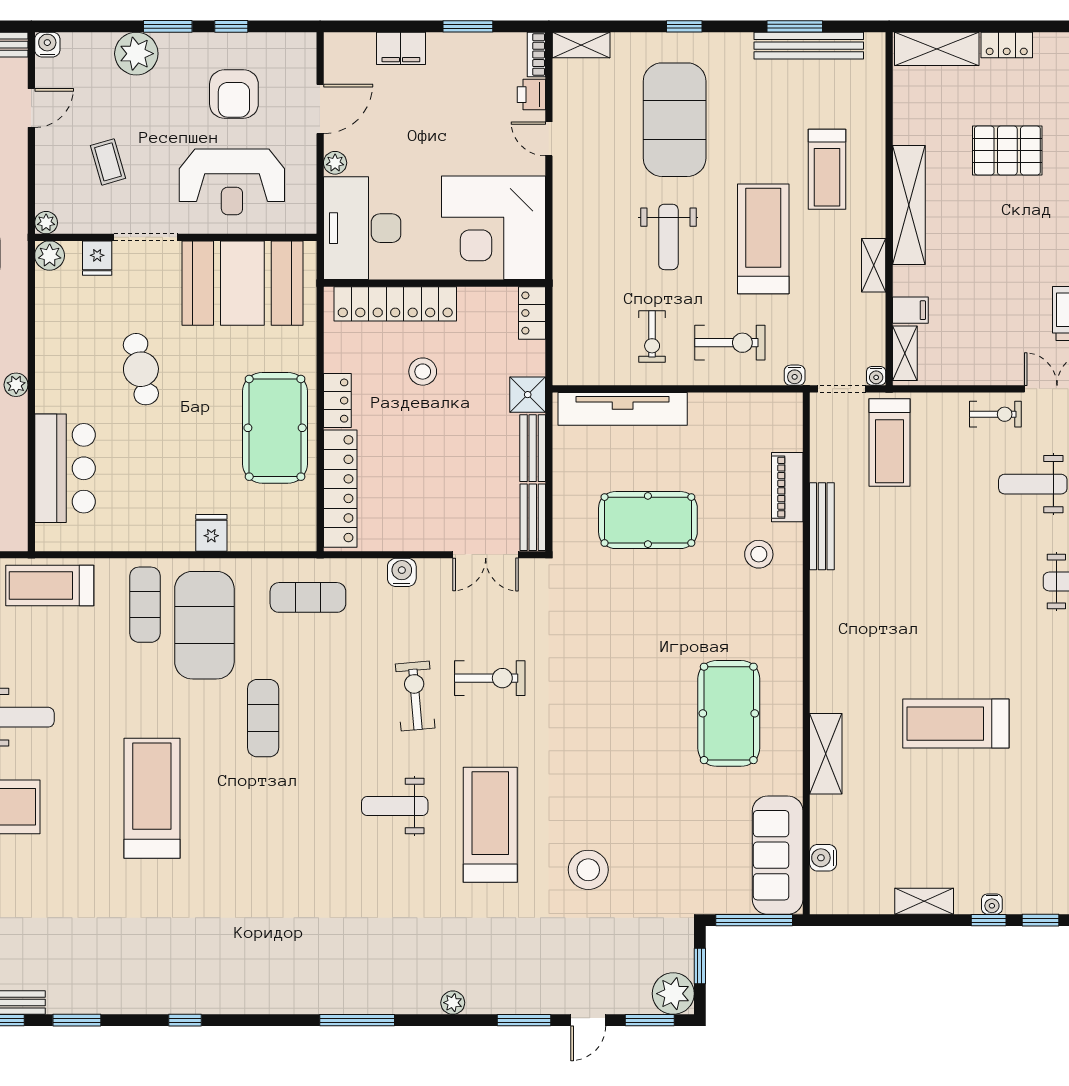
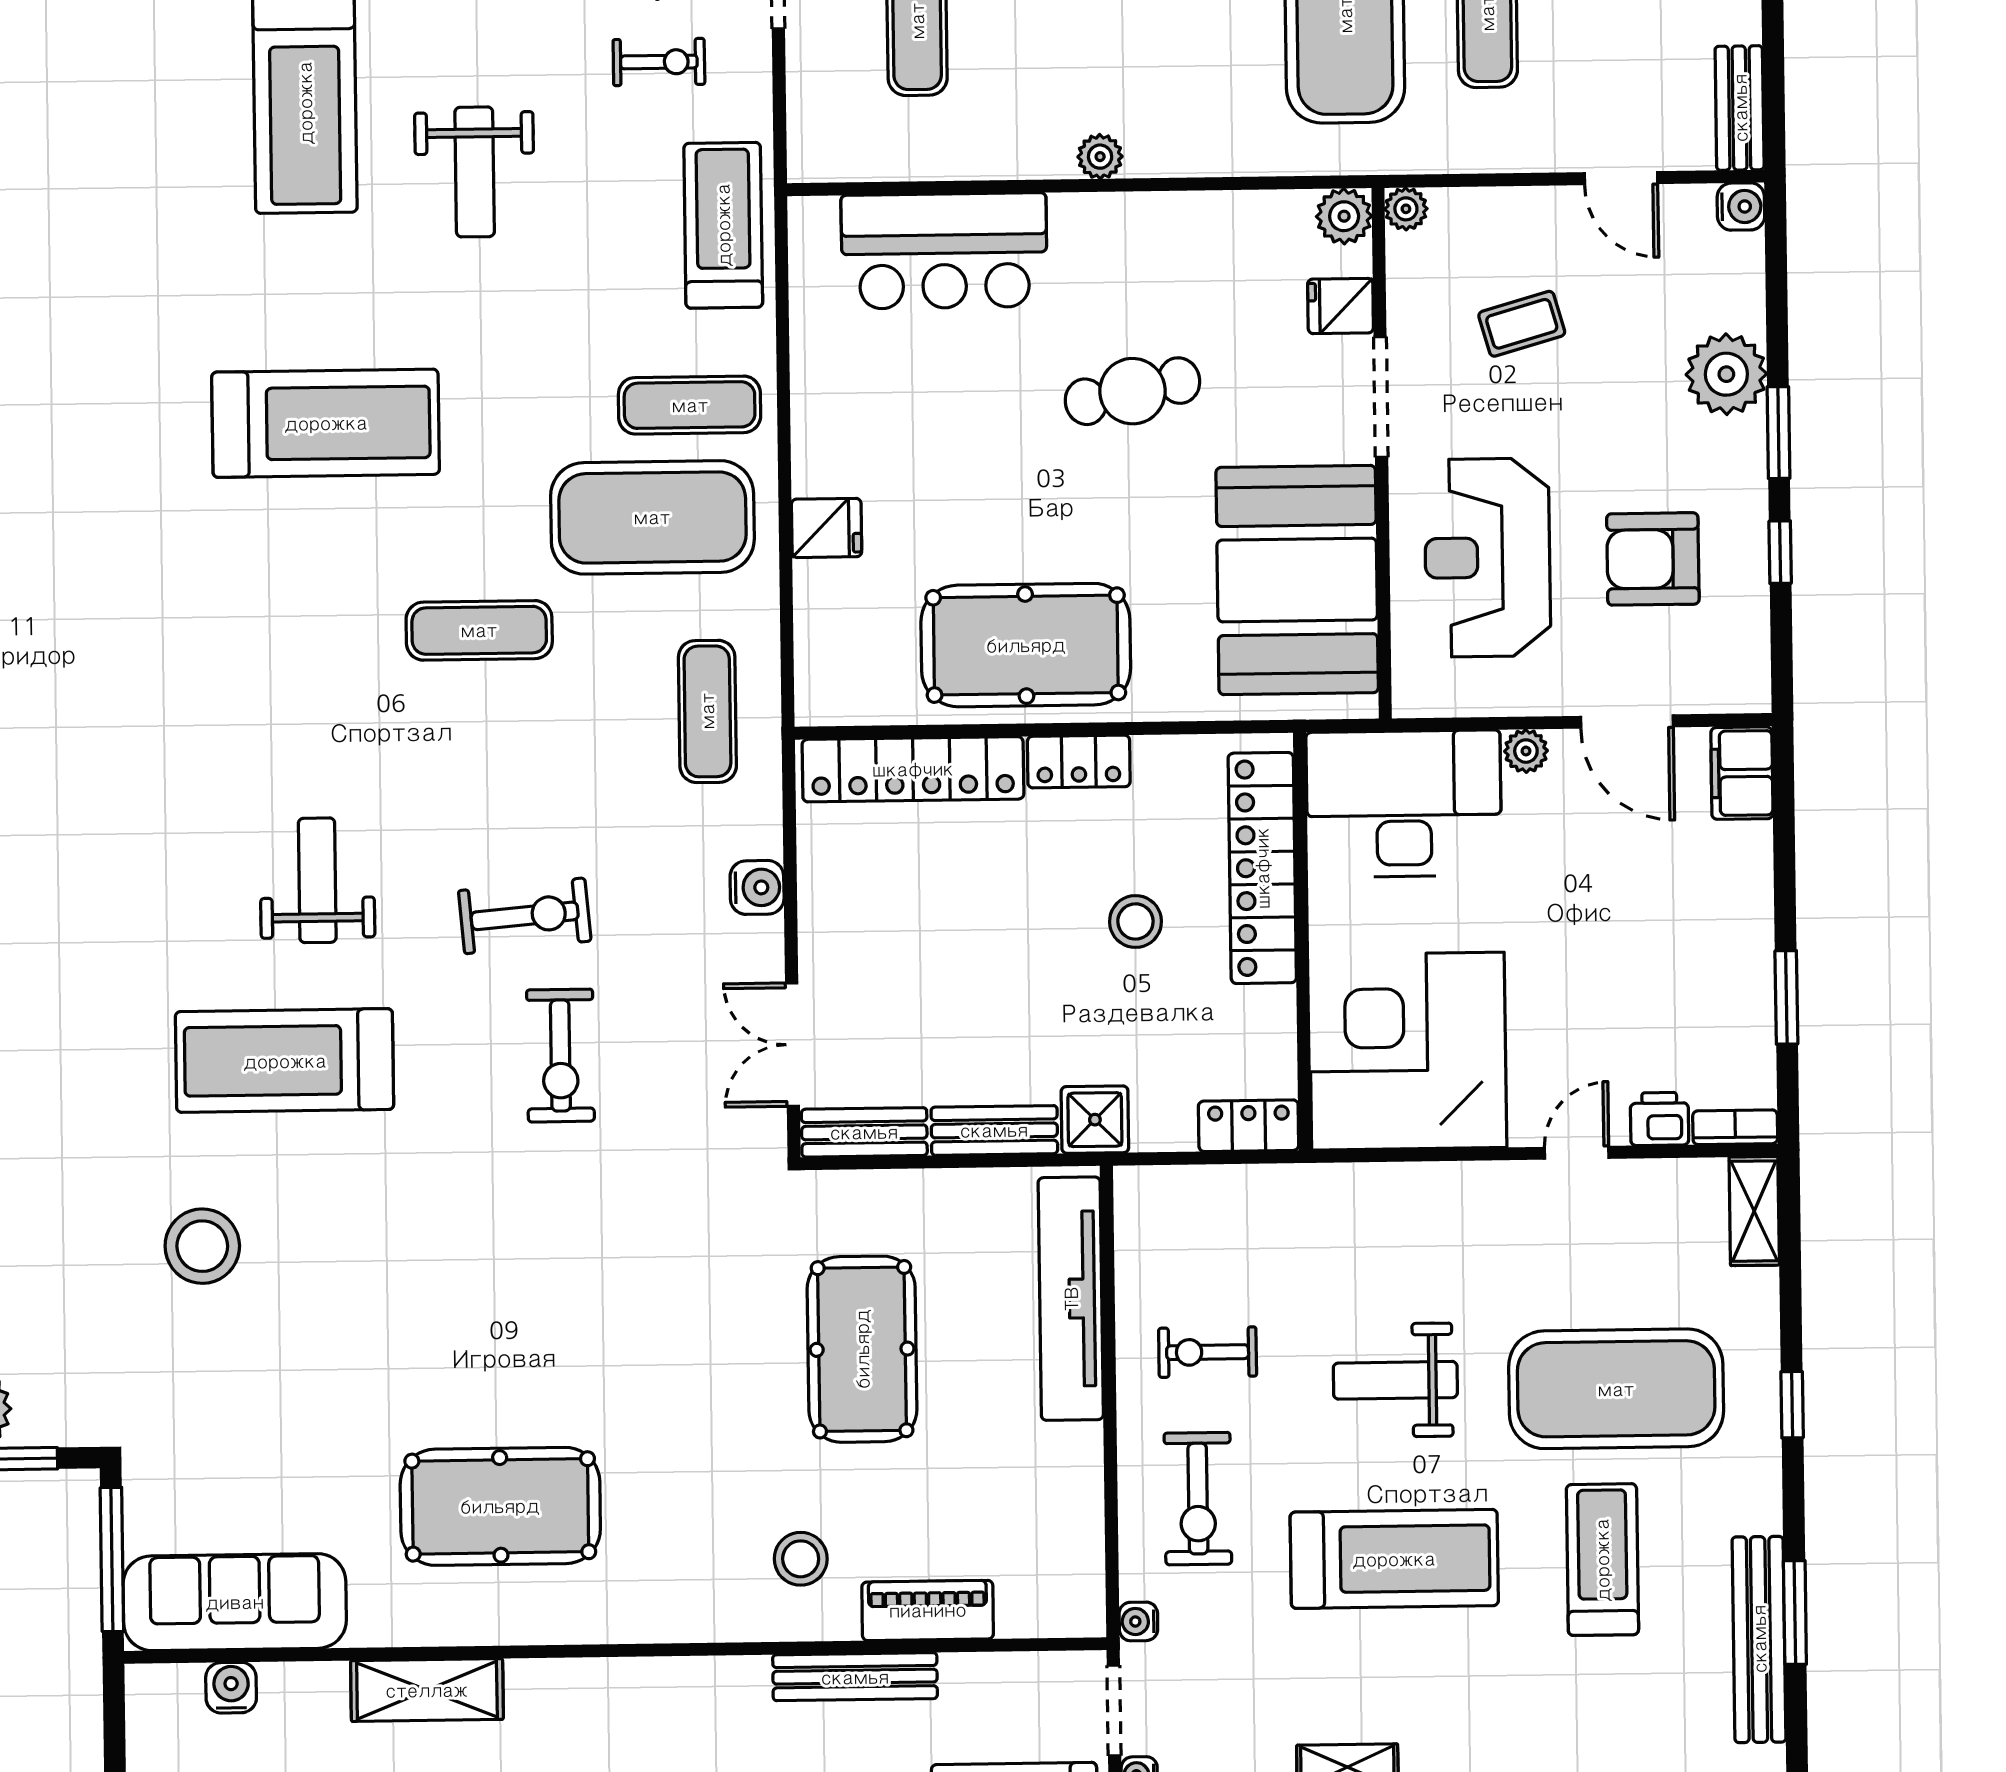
filing cabinet: (401, 48) -> (1742, 773), moved
treadmill: (827, 169) -> (1602, 1560), moved, turned 90
treadmill: (490, 825) -> (285, 1061), turned 180

